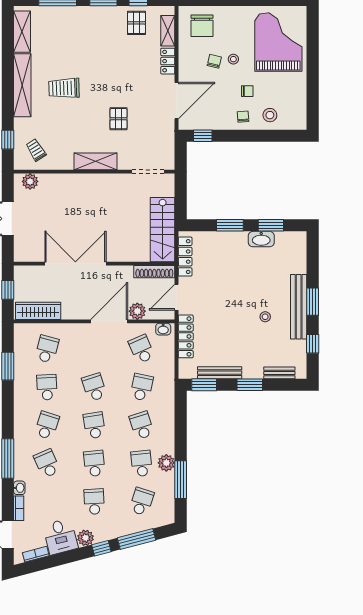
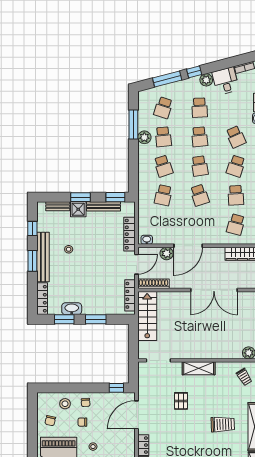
chair: (214, 61) -> (50, 421), moved
locker: (300, 252) -> (42, 299), added
school desk: (142, 349) -> (163, 224), removed
shower: (253, 369) -> (78, 209), added

